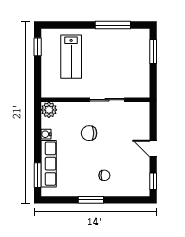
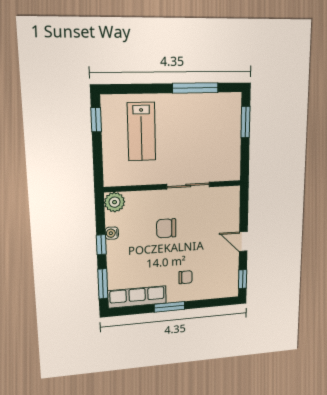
window: (38, 143) -> (101, 245), added
row of seats: (49, 164) -> (137, 297), moved, turned -90

